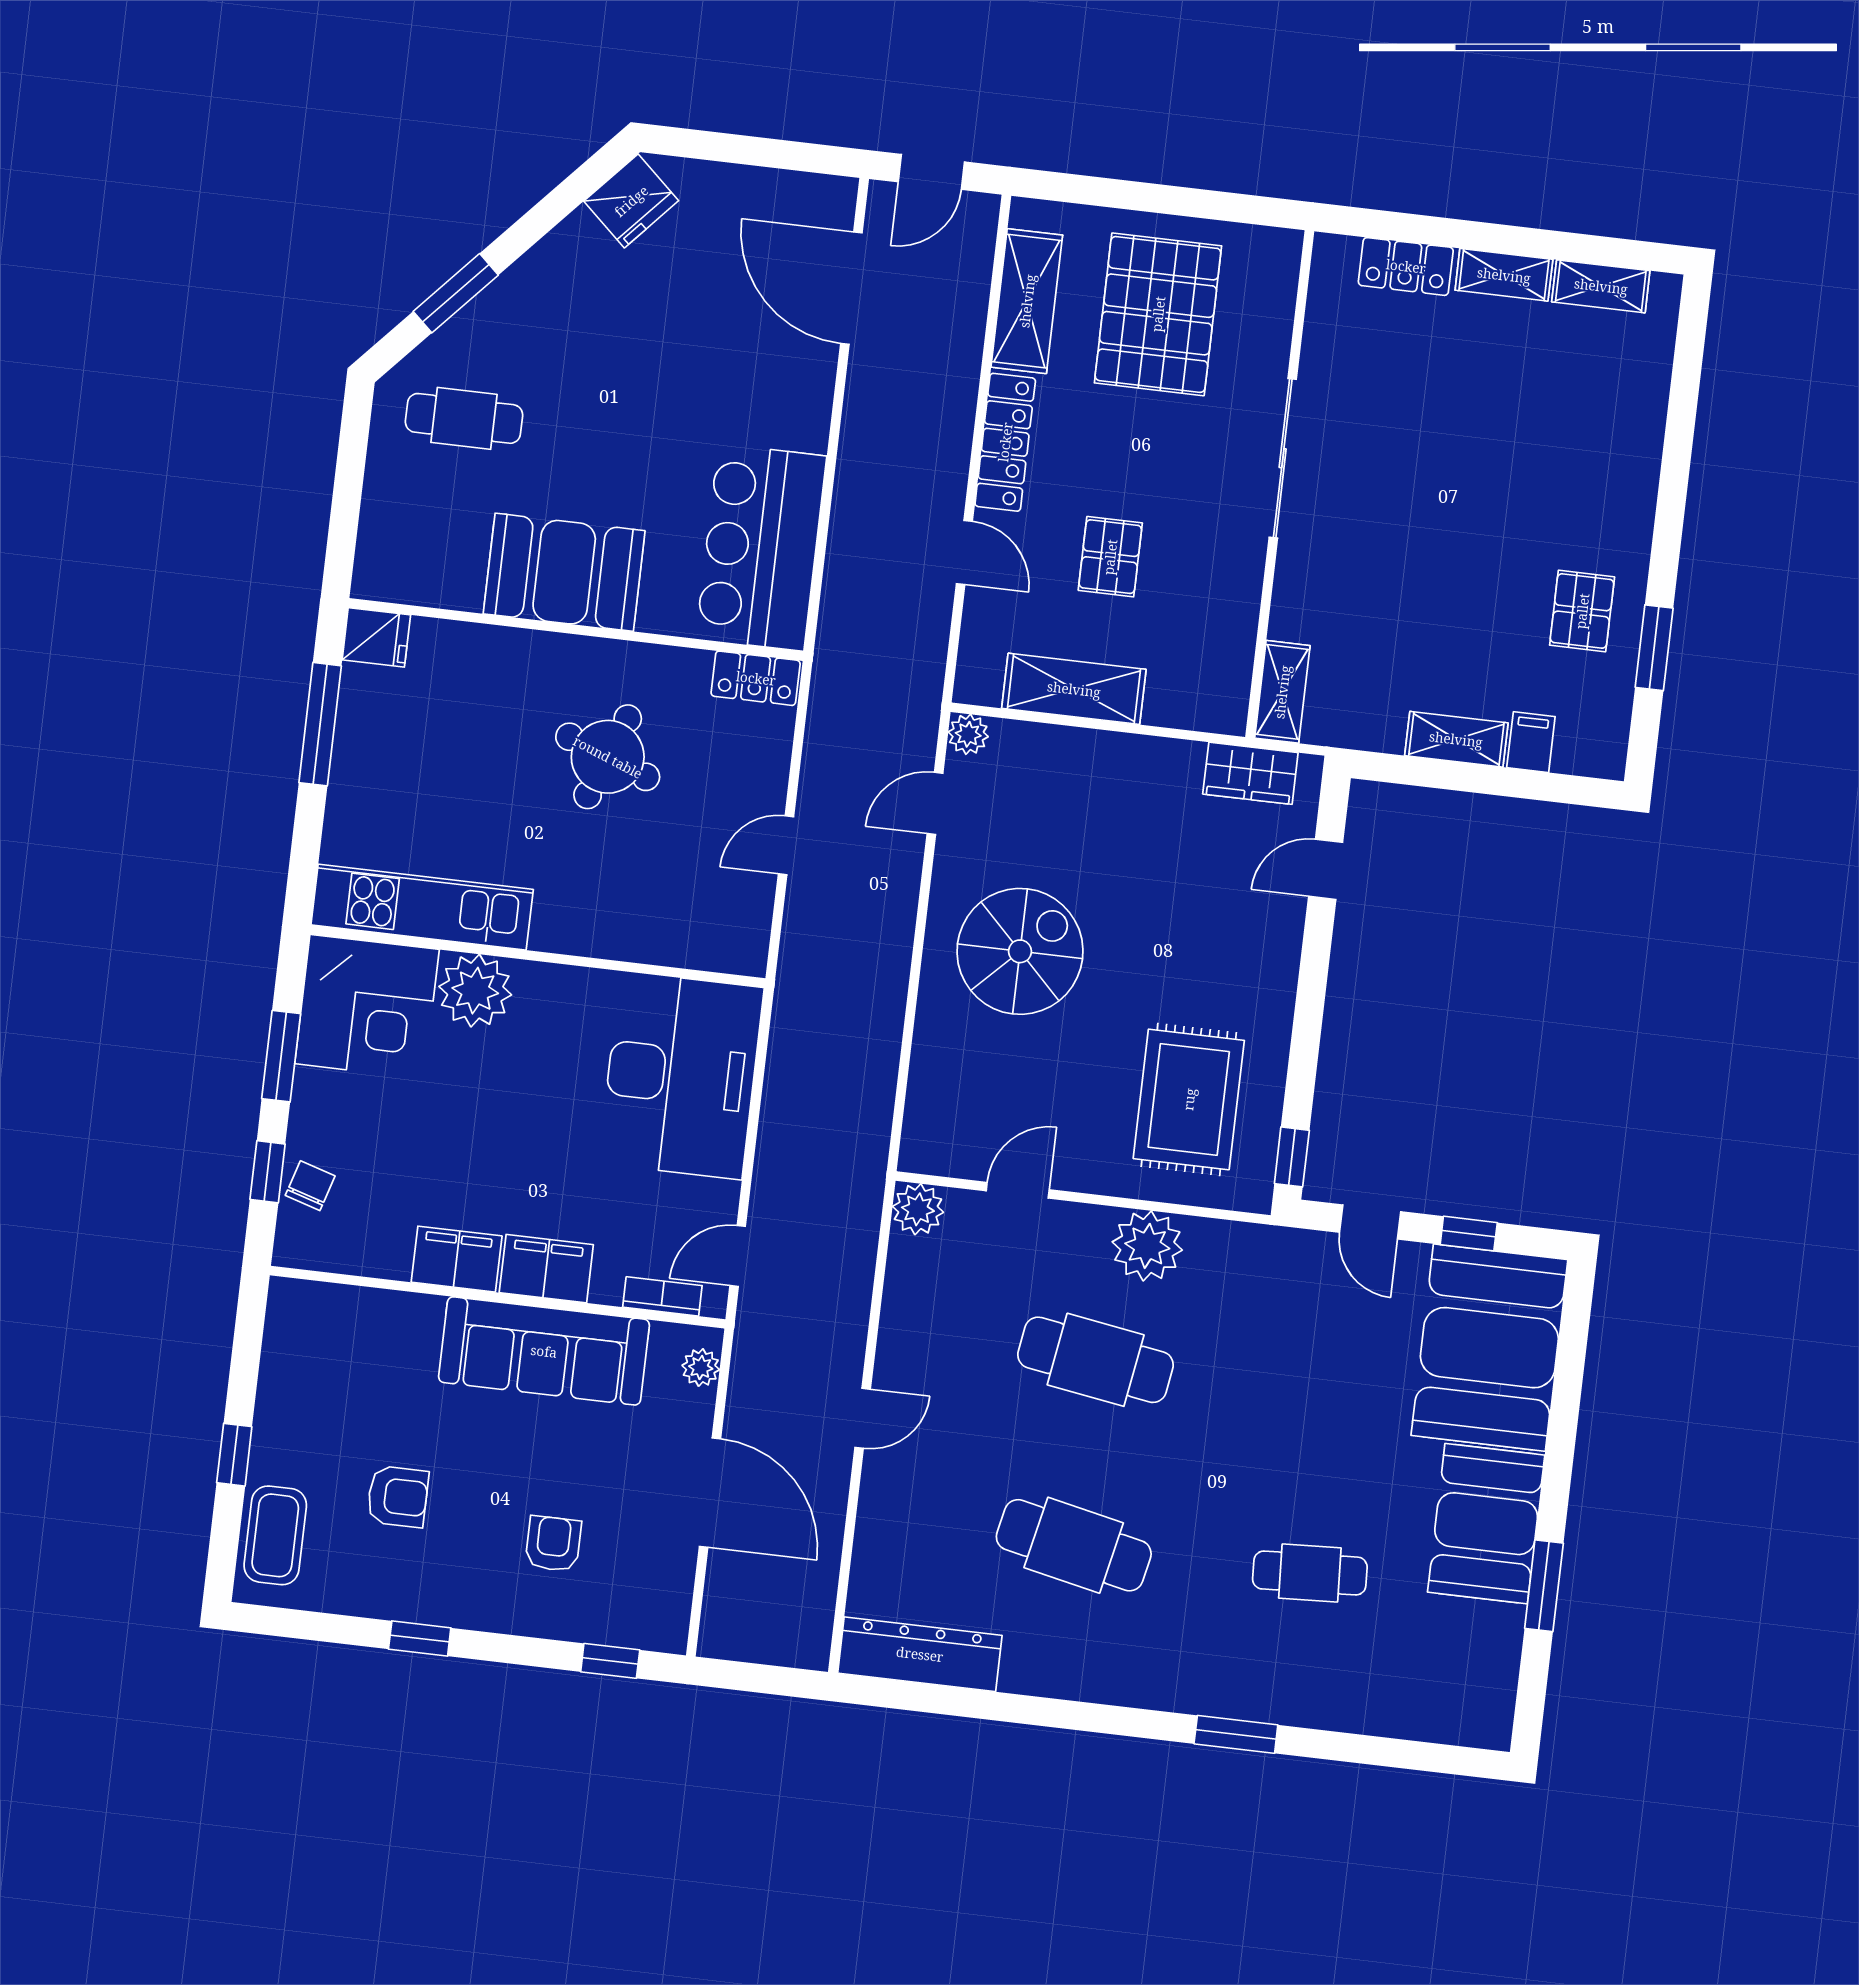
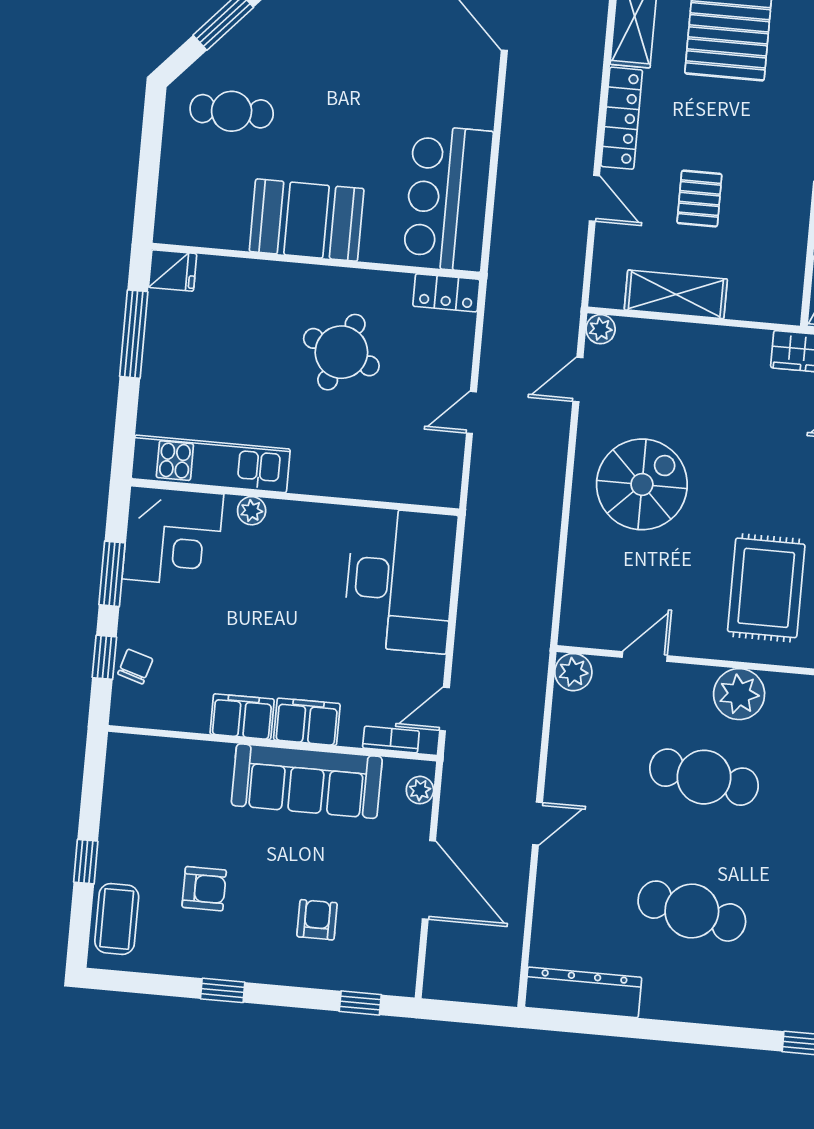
plant: (475, 991) -> (252, 511), width x0.53, depth x0.53

